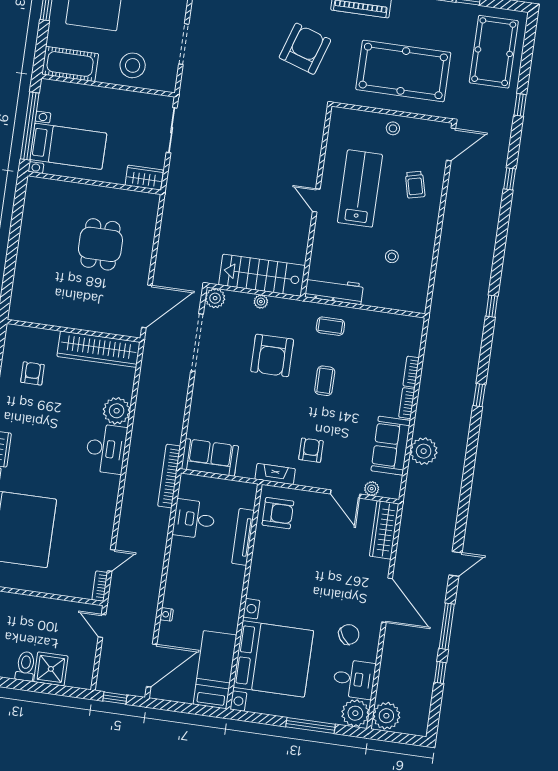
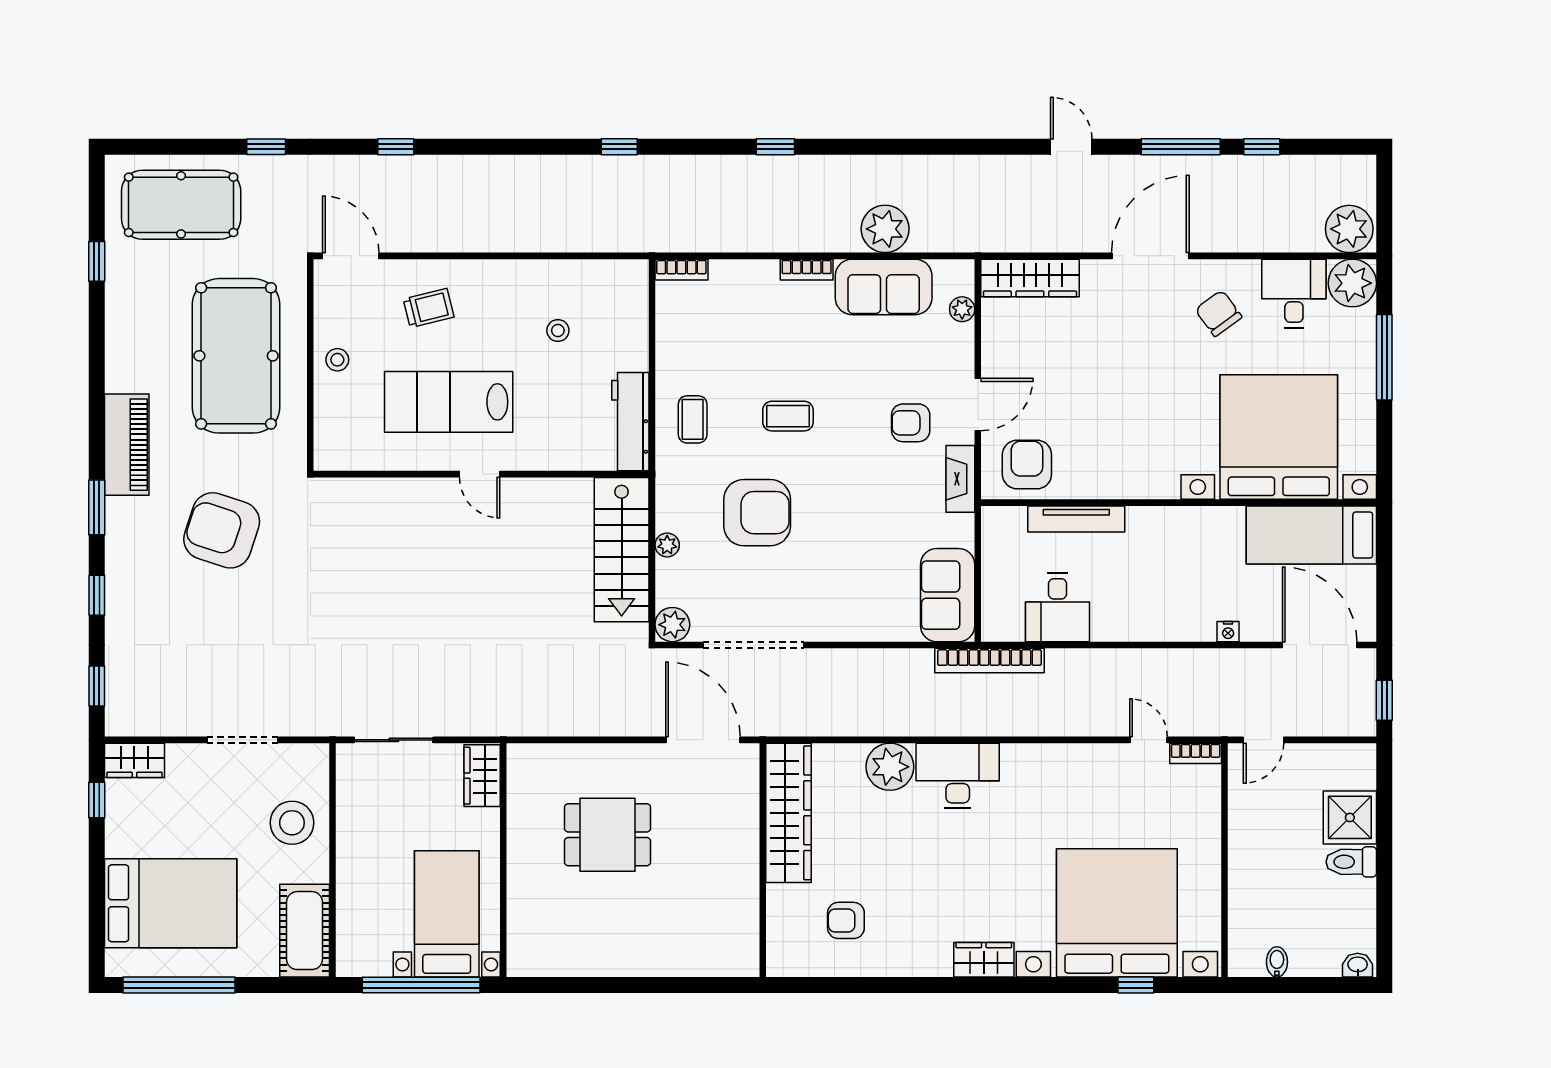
door: (316, 200) -> (480, 474), hinge flipped
bookcase: (411, 372) -> (681, 270), moved
door: (345, 494) -> (978, 404), moved

